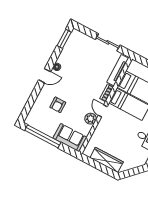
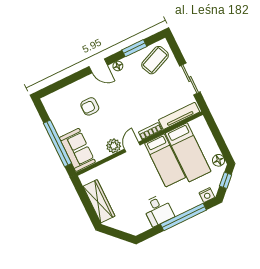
window: (64, 39) -> (134, 48), moved
coffee table: (77, 46) -> (155, 60), added
window: (43, 136) -> (58, 143), moved

